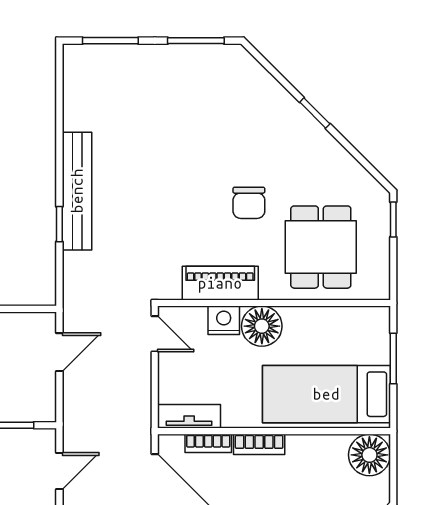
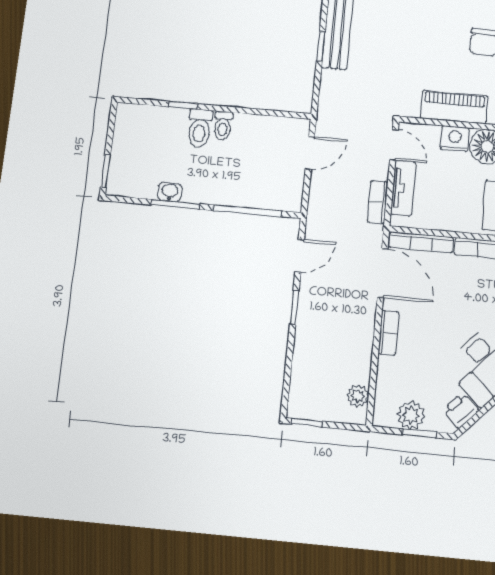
bookcase: (142, 402) -> (378, 202), added
tv unit: (189, 416) -> (403, 188), moved, turned 90
bookcase: (208, 443) -> (421, 242), width x1.56

